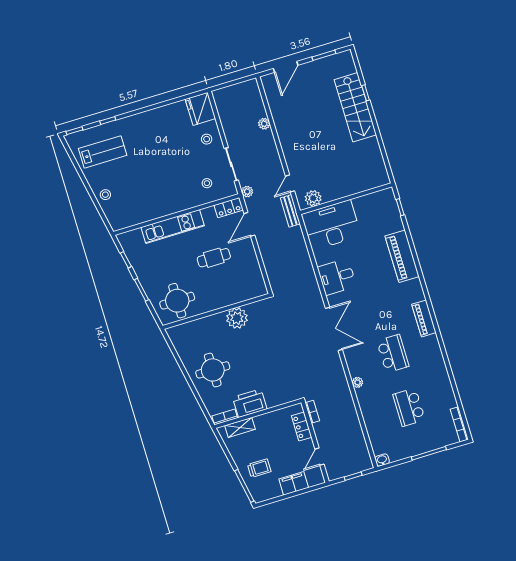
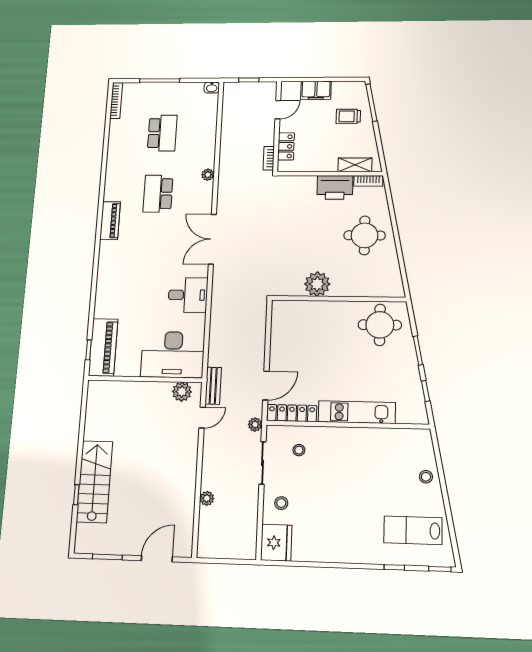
locker: (229, 208) -> (292, 413), width x1.53
piano: (402, 256) -> (103, 347), moved
cafe table: (214, 258) -> (320, 360), removed

